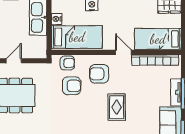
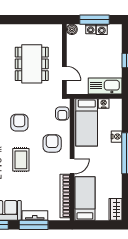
door: (14, 61) -> (64, 73), moved
armchair: (72, 86) -> (19, 123), moved, turned 180
rug: (117, 107) -> (21, 160), turned 90

